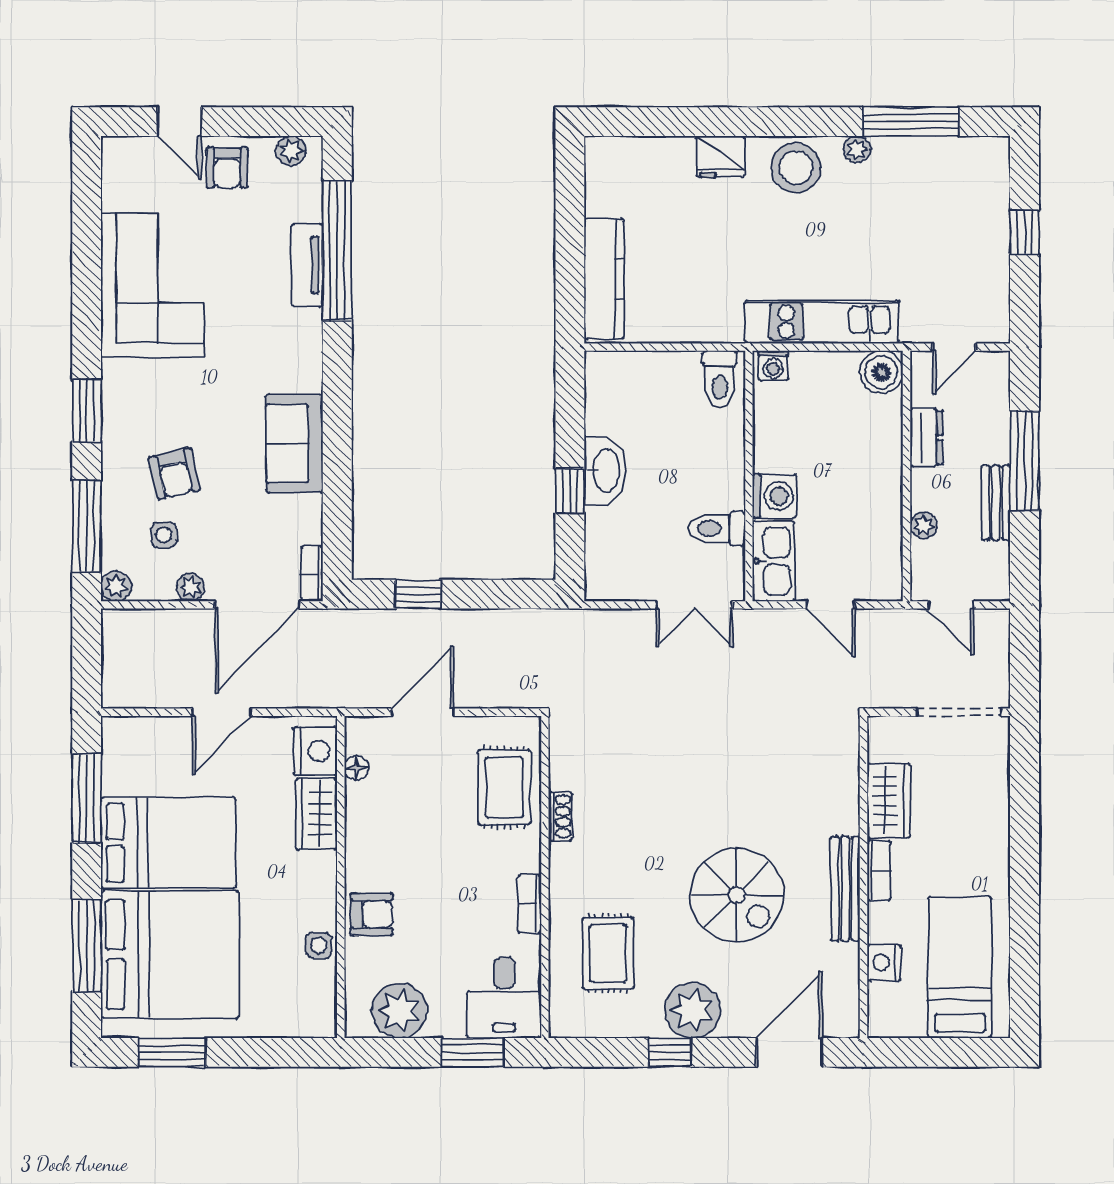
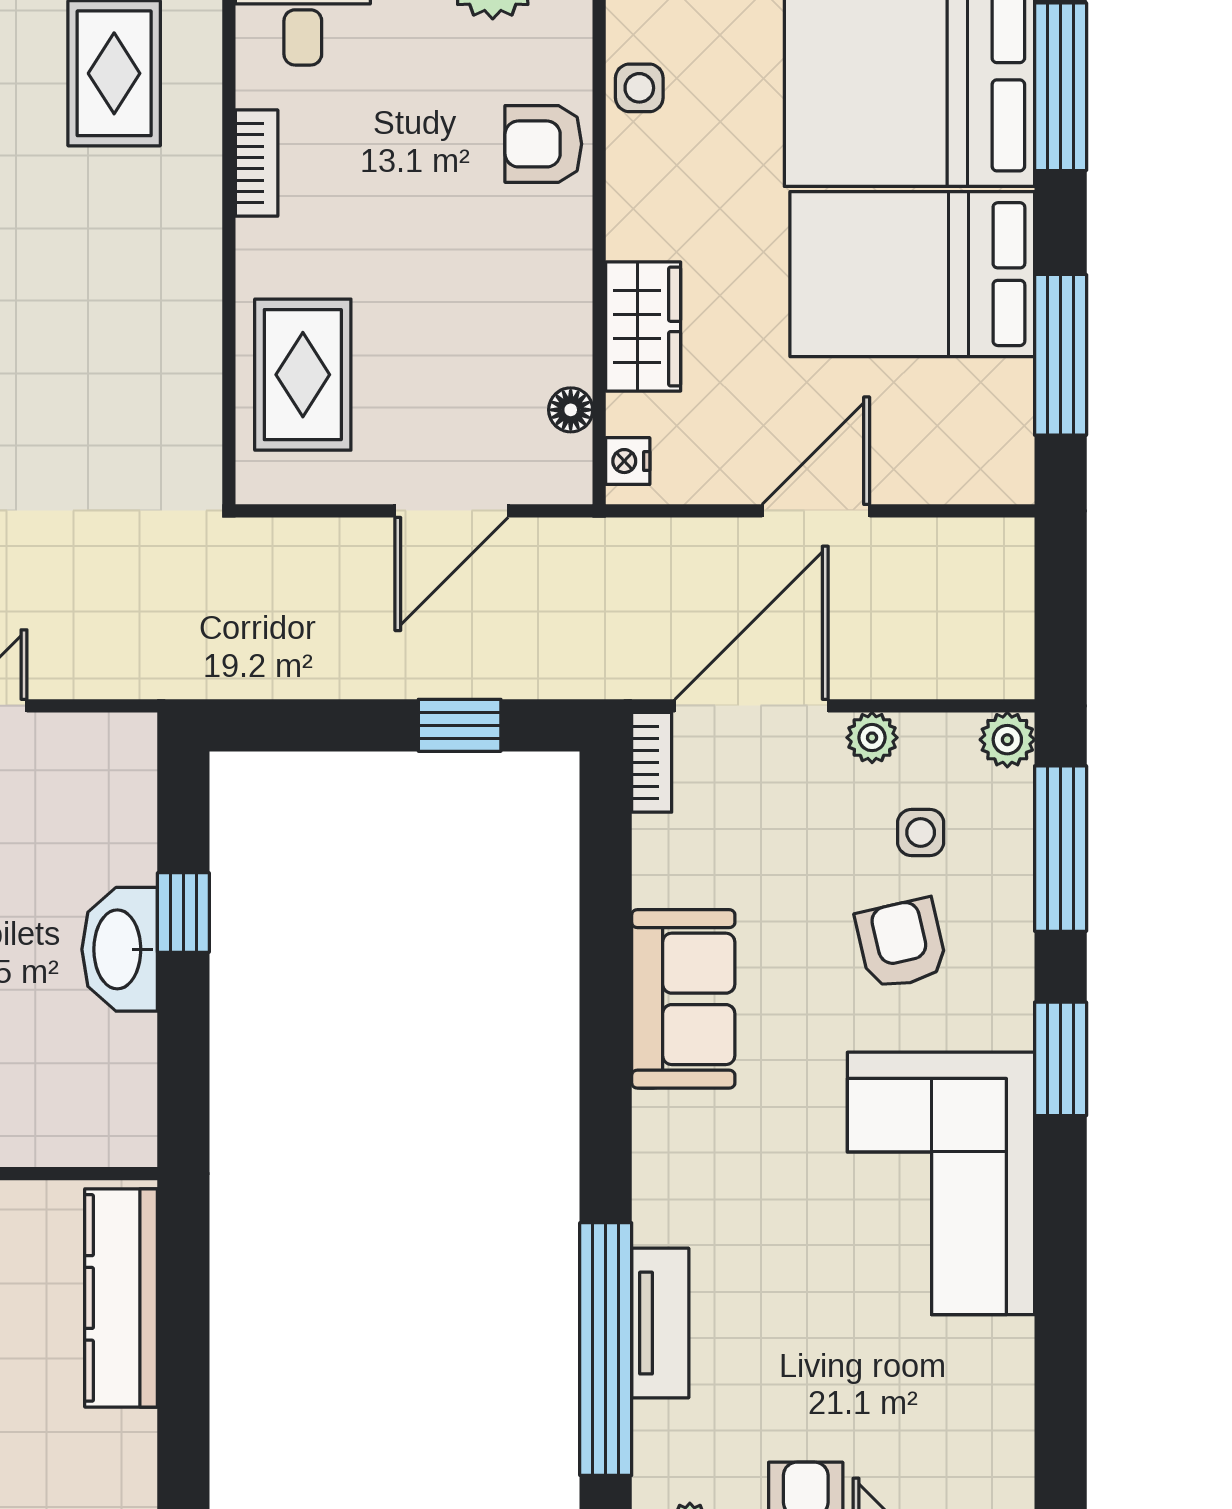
corner sofa: (153, 285) -> (941, 1183), moved
nightstand: (315, 751) -> (628, 461), width x0.53, depth x0.56
shoe rack: (560, 817) -> (201, 322), removed

